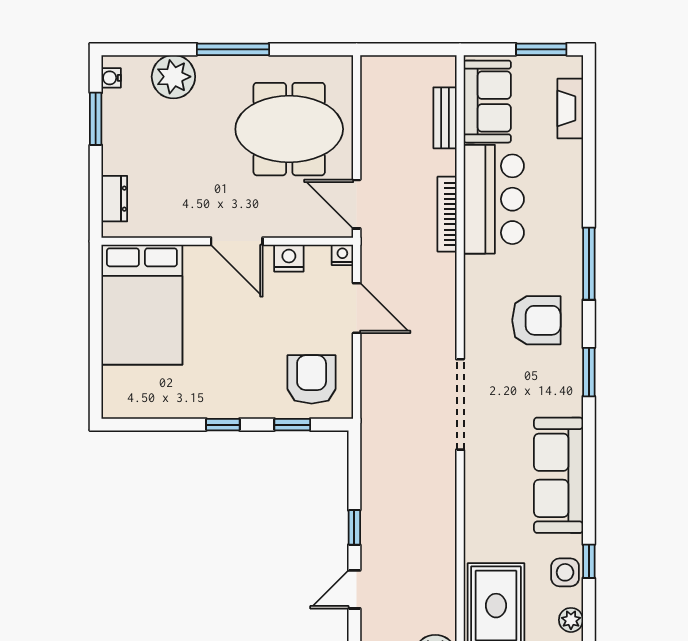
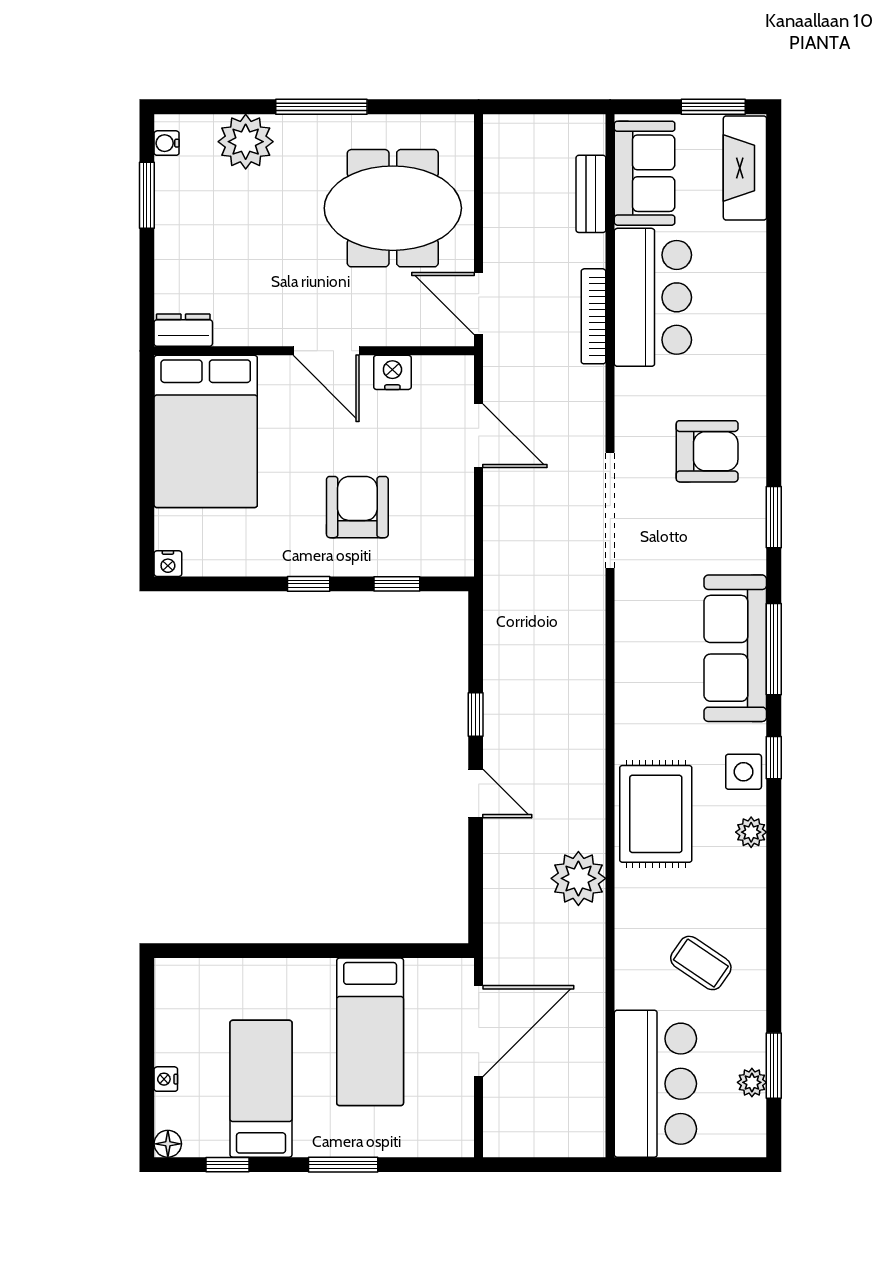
fireplace: (570, 108) -> (745, 168), width x1.37, depth x1.32
dresser: (114, 199) -> (183, 330), moved, turned -90
nightstand: (342, 255) -> (168, 564), moved, turned 180
window: (589, 264) -> (774, 649), moved
armchair: (312, 379) -> (357, 507), moved
doorway: (460, 404) -> (610, 510), moved
door: (354, 589) -> (476, 793), swing flipped

